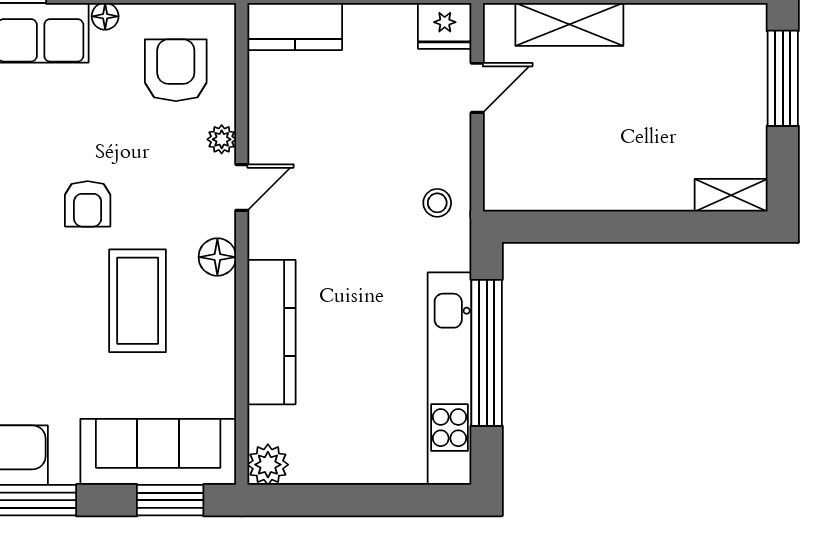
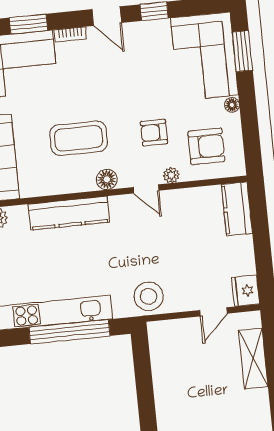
door: (477, 88) -> (213, 312), hinge flipped
stool: (437, 203) -> (149, 296), width x1.89, depth x1.89
armchair: (88, 204) -> (154, 133), moved

